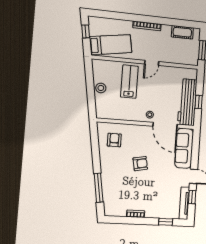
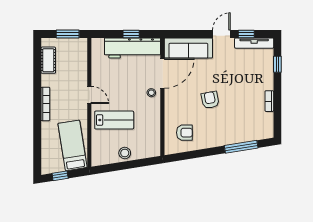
lab bench: (129, 82) -> (114, 120), turned 180
armchair: (114, 140) -> (184, 133), turned 180

